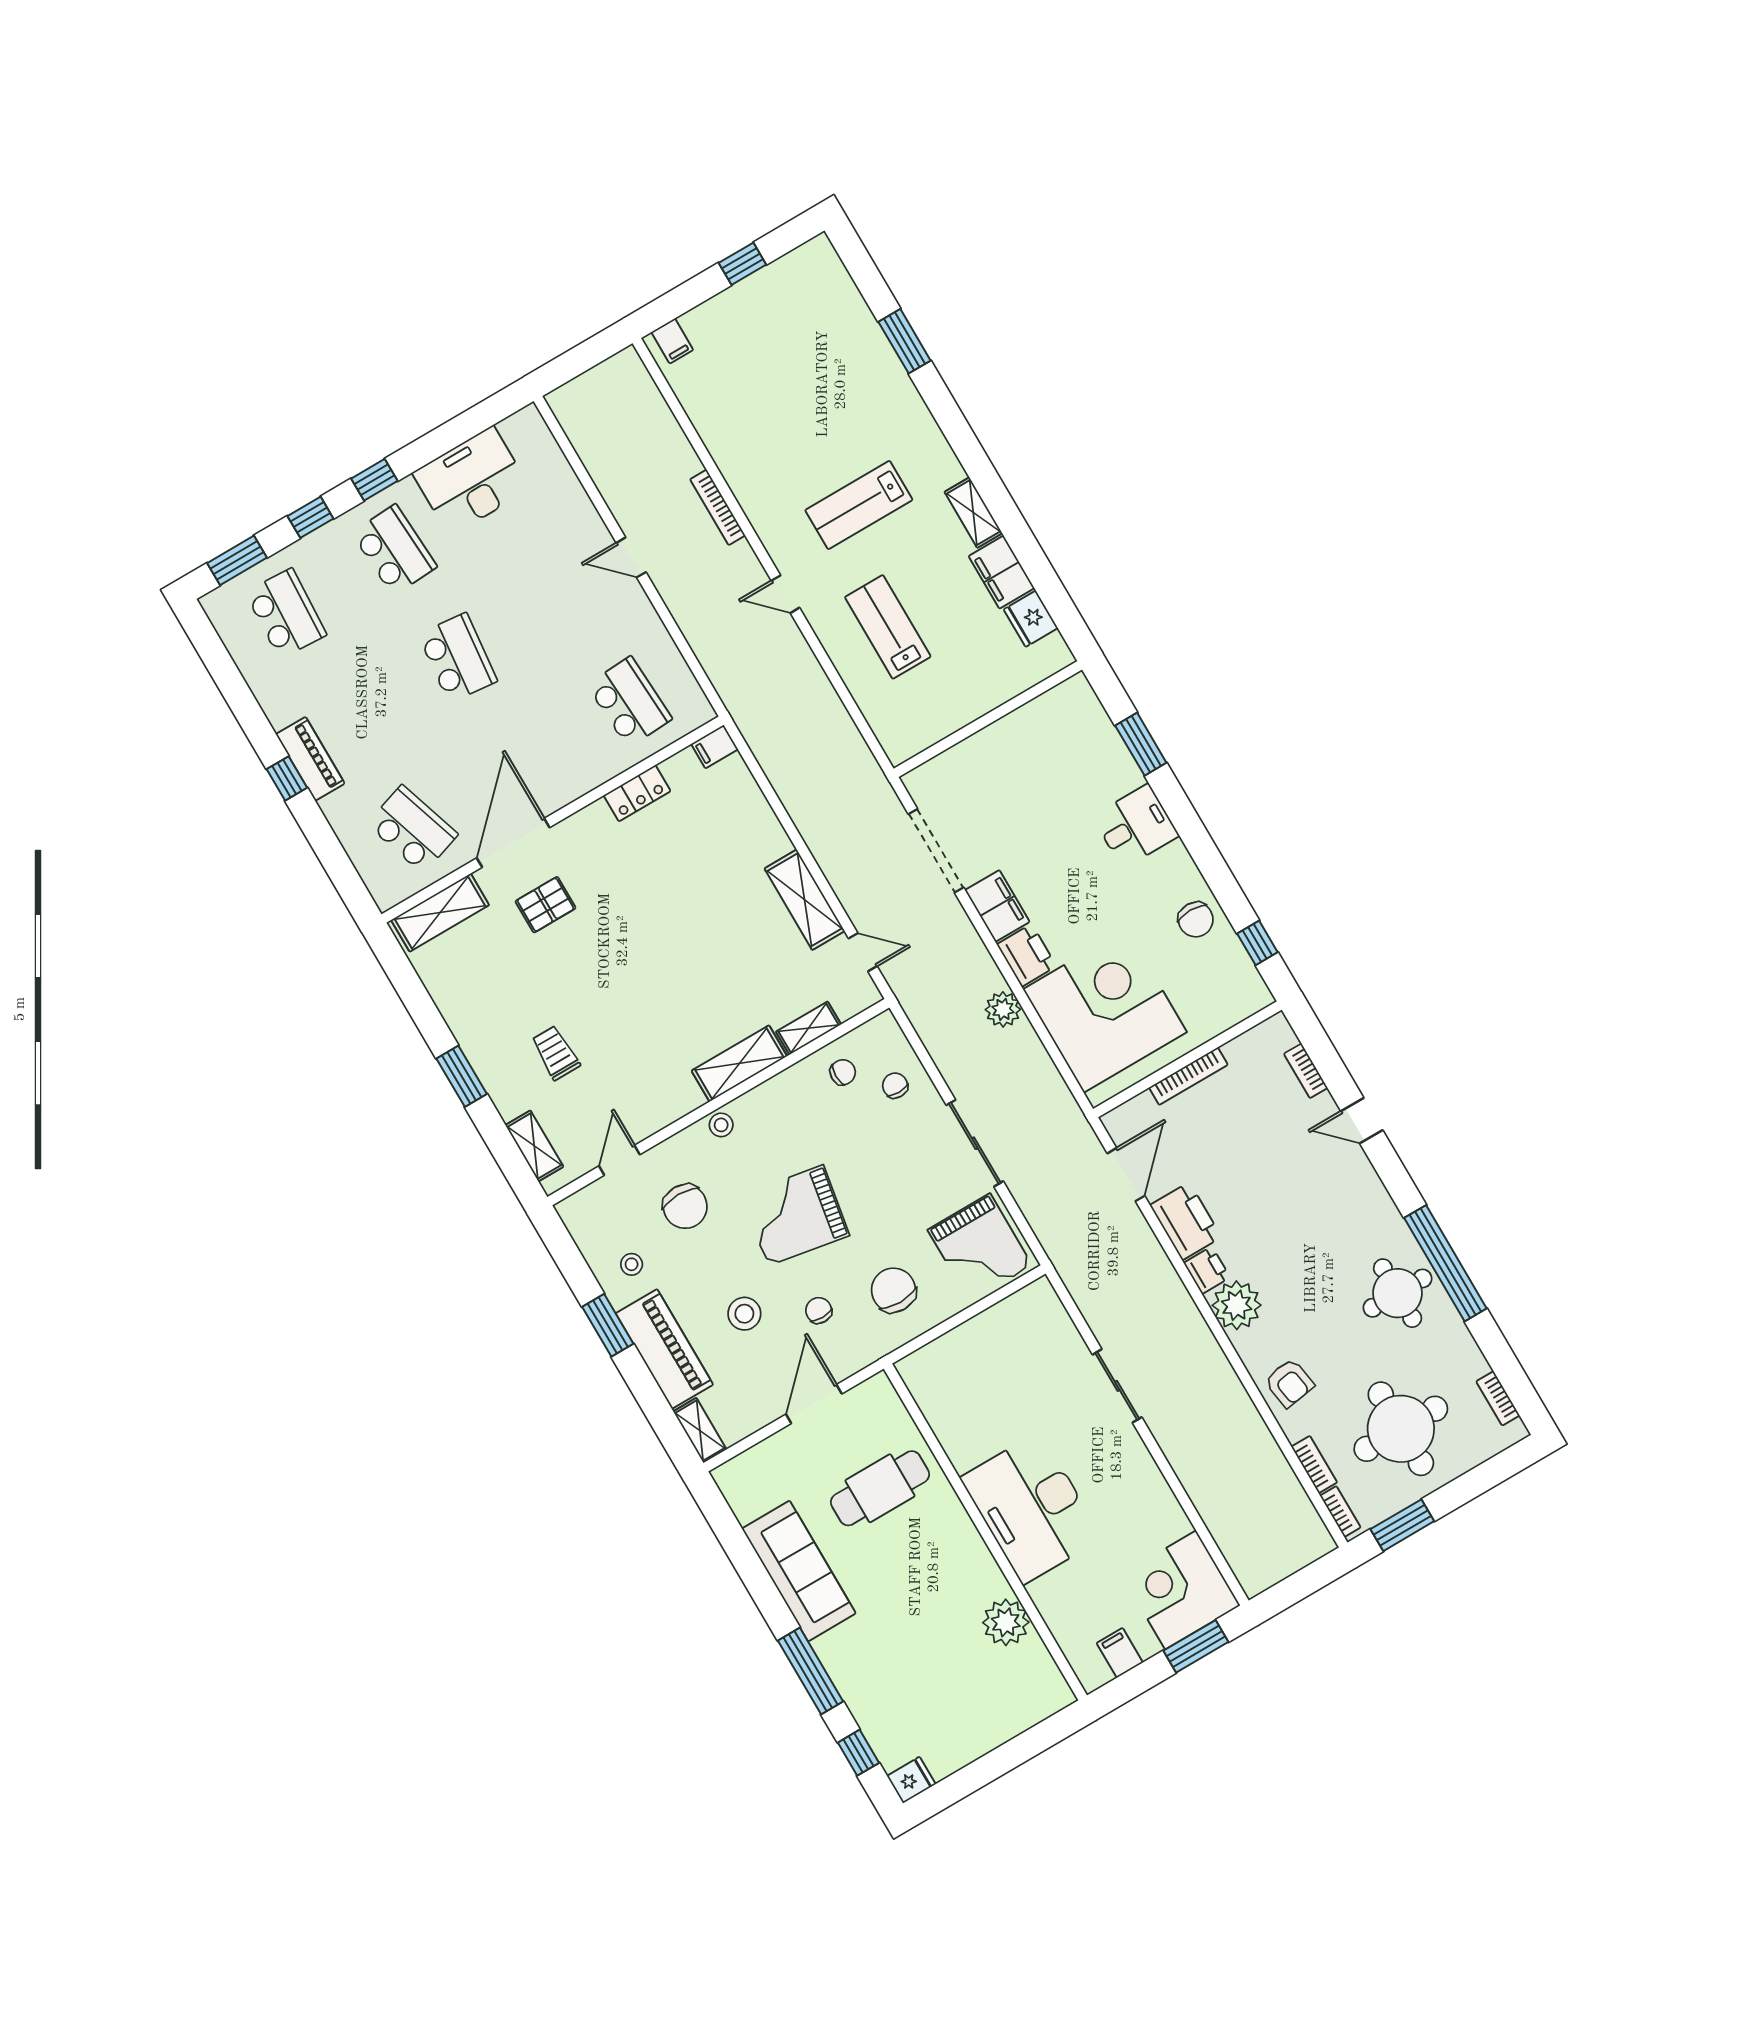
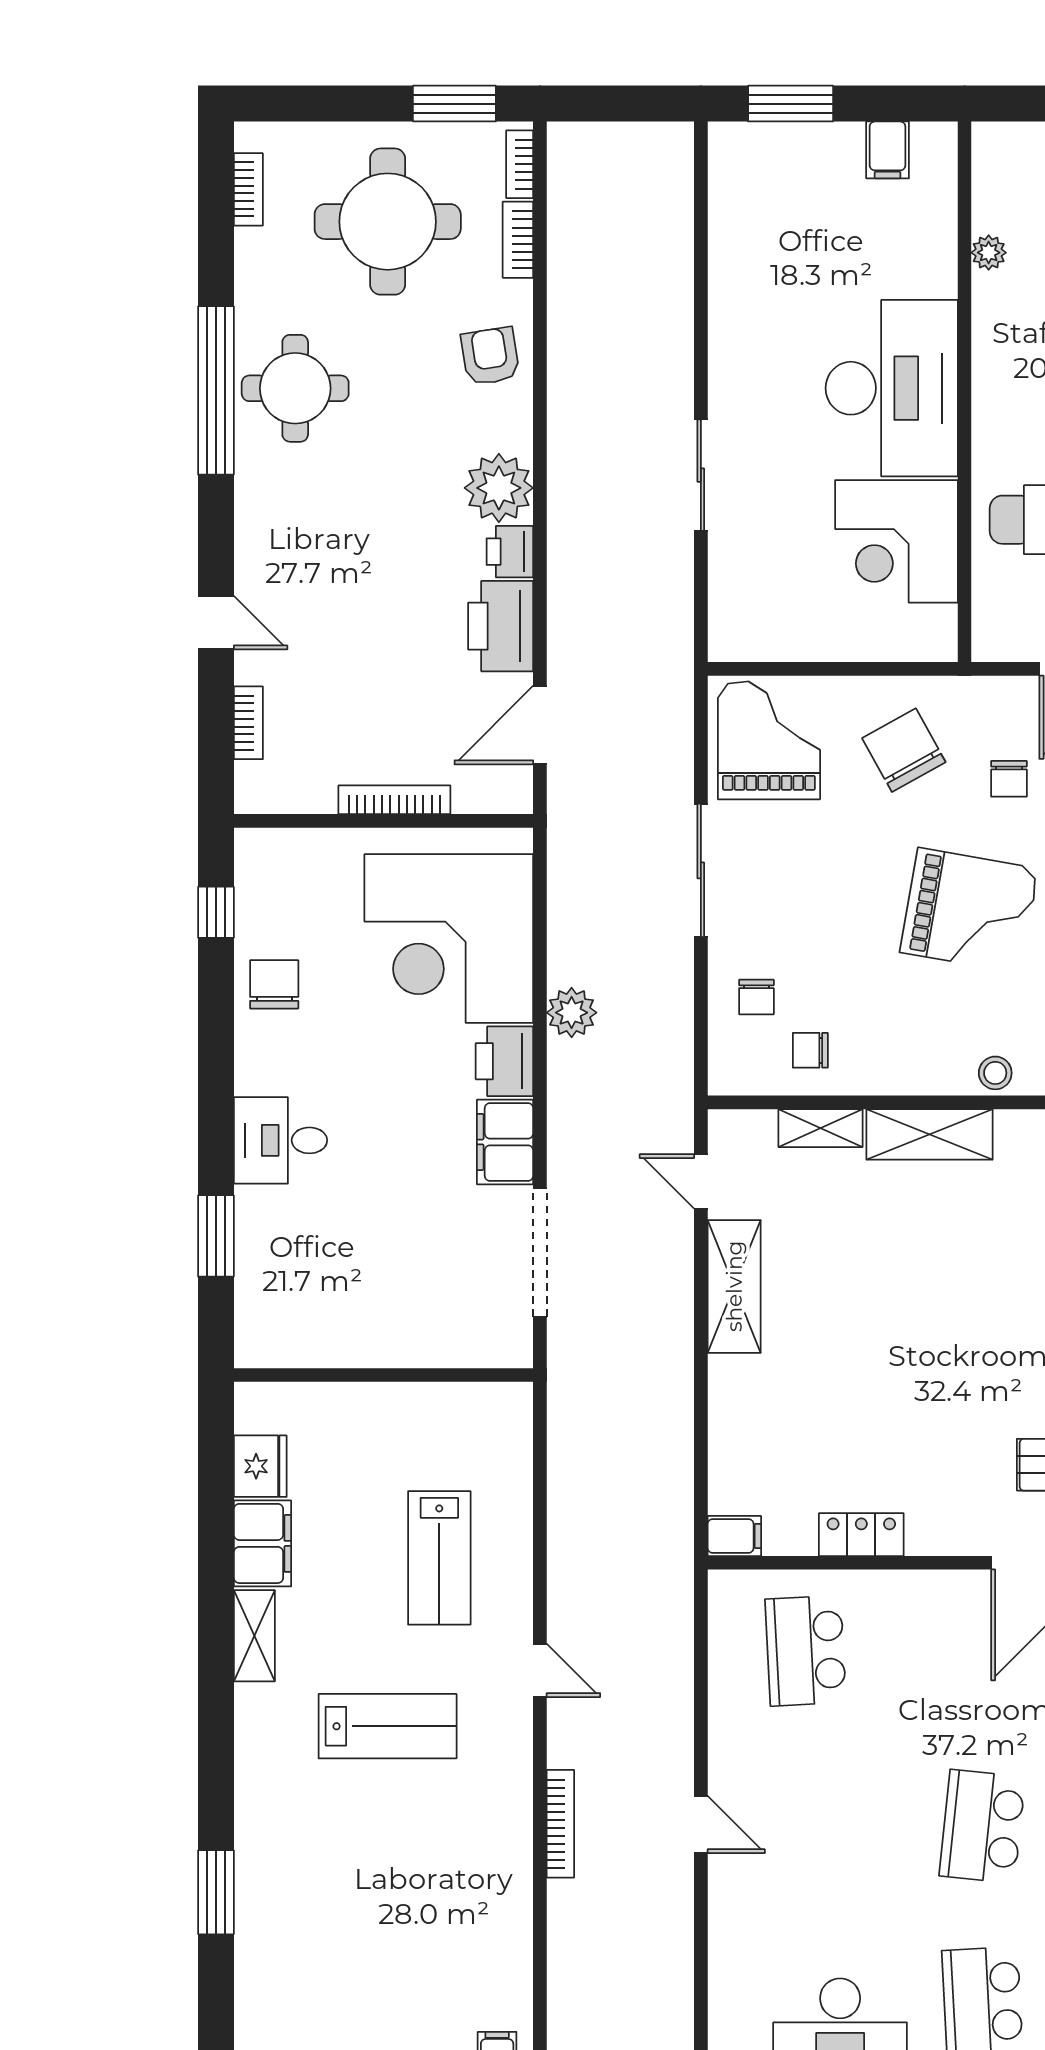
chair: (893, 1290) -> (904, 750), turned 151
corner desk: (1181, 1590) -> (896, 541), moved, turned 90
plant: (1006, 1622) -> (989, 253), width x0.53, depth x0.53

